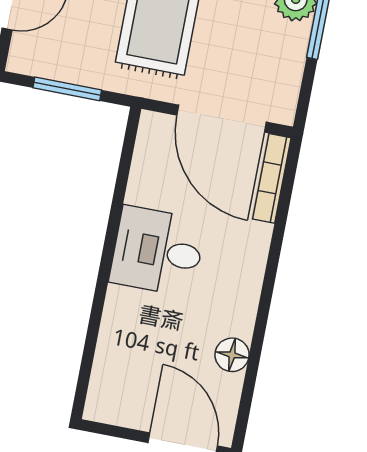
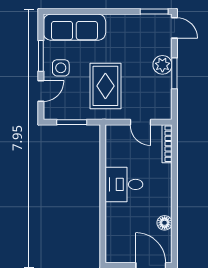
door: (222, 119) -> (140, 122), width x0.53

